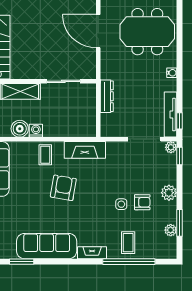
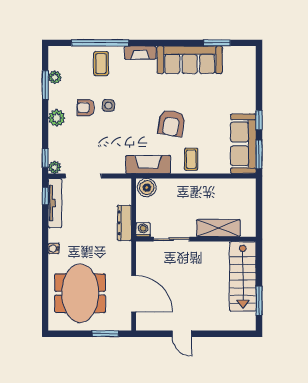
meeting table: (147, 32) -> (80, 293), turned 90
boiler: (20, 129) -> (147, 188), moved
washing machine: (36, 131) -> (143, 230), moved, turned 180

